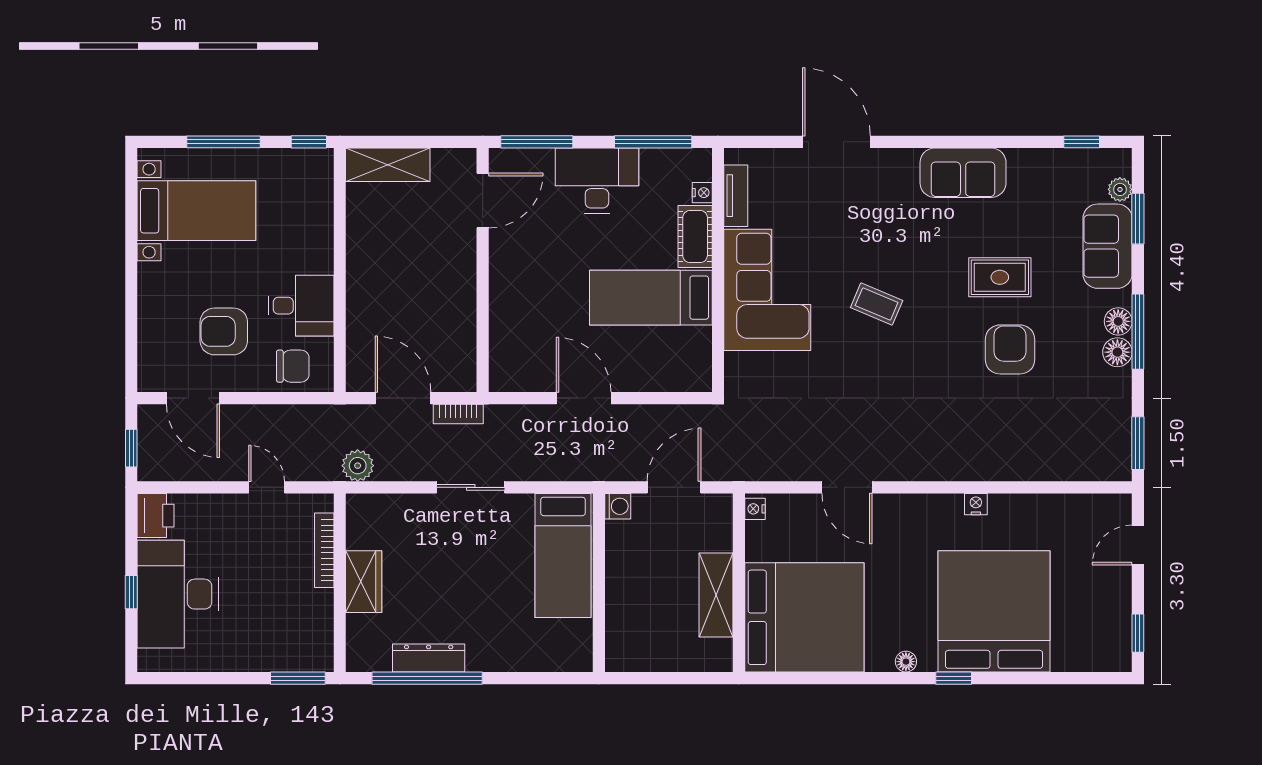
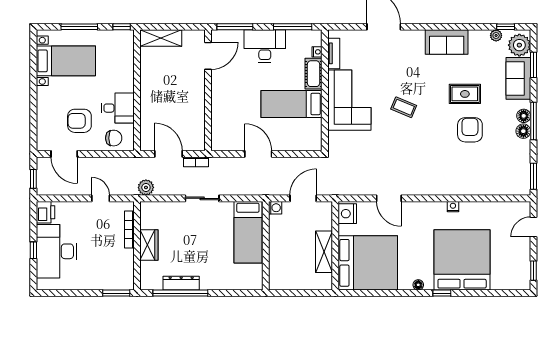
plant: (1063, 160) -> (496, 35), added
plant: (1120, 189) -> (519, 45), width x1.87, depth x1.87
nightstand: (755, 509) -> (347, 214), width x1.89, depth x1.79

